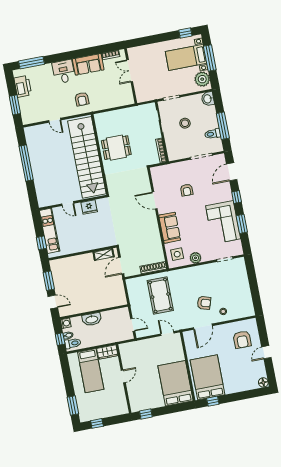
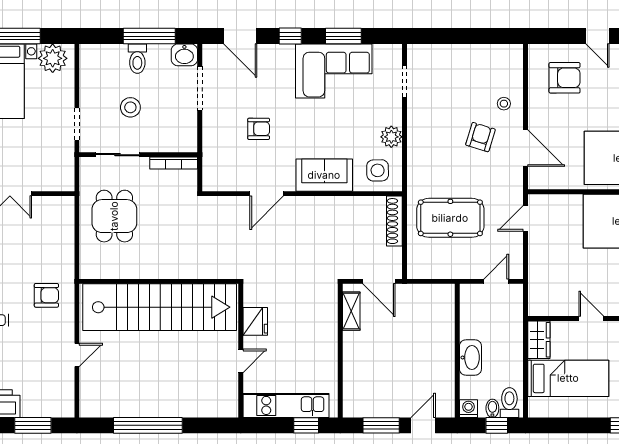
washbasin: (208, 99) -> (184, 55), moved
toilet: (213, 134) -> (137, 59), moved
dining table: (116, 148) -> (114, 216), moved

